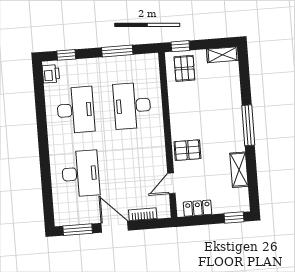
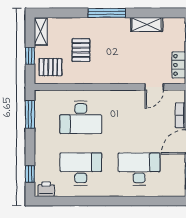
window: (180, 46) -> (30, 56), moved
window: (117, 51) -> (30, 114), moved
pallet: (187, 150) -> (81, 50), moved
door: (171, 183) -> (154, 87), hinge flipped

